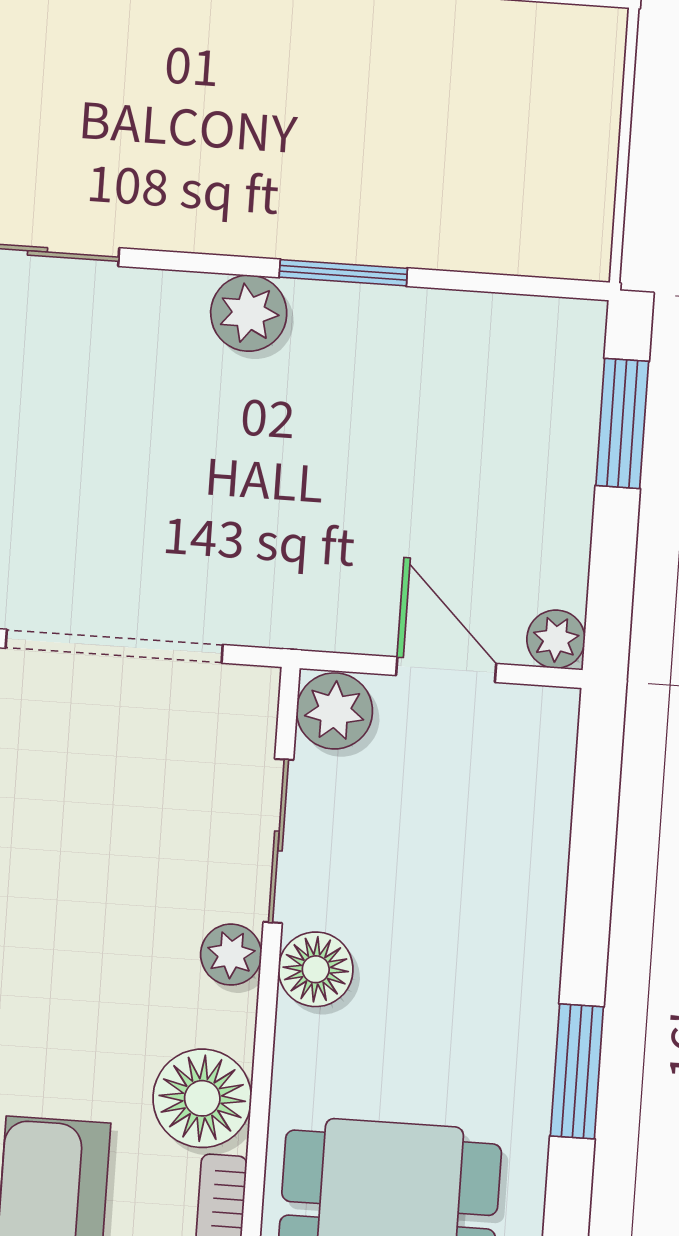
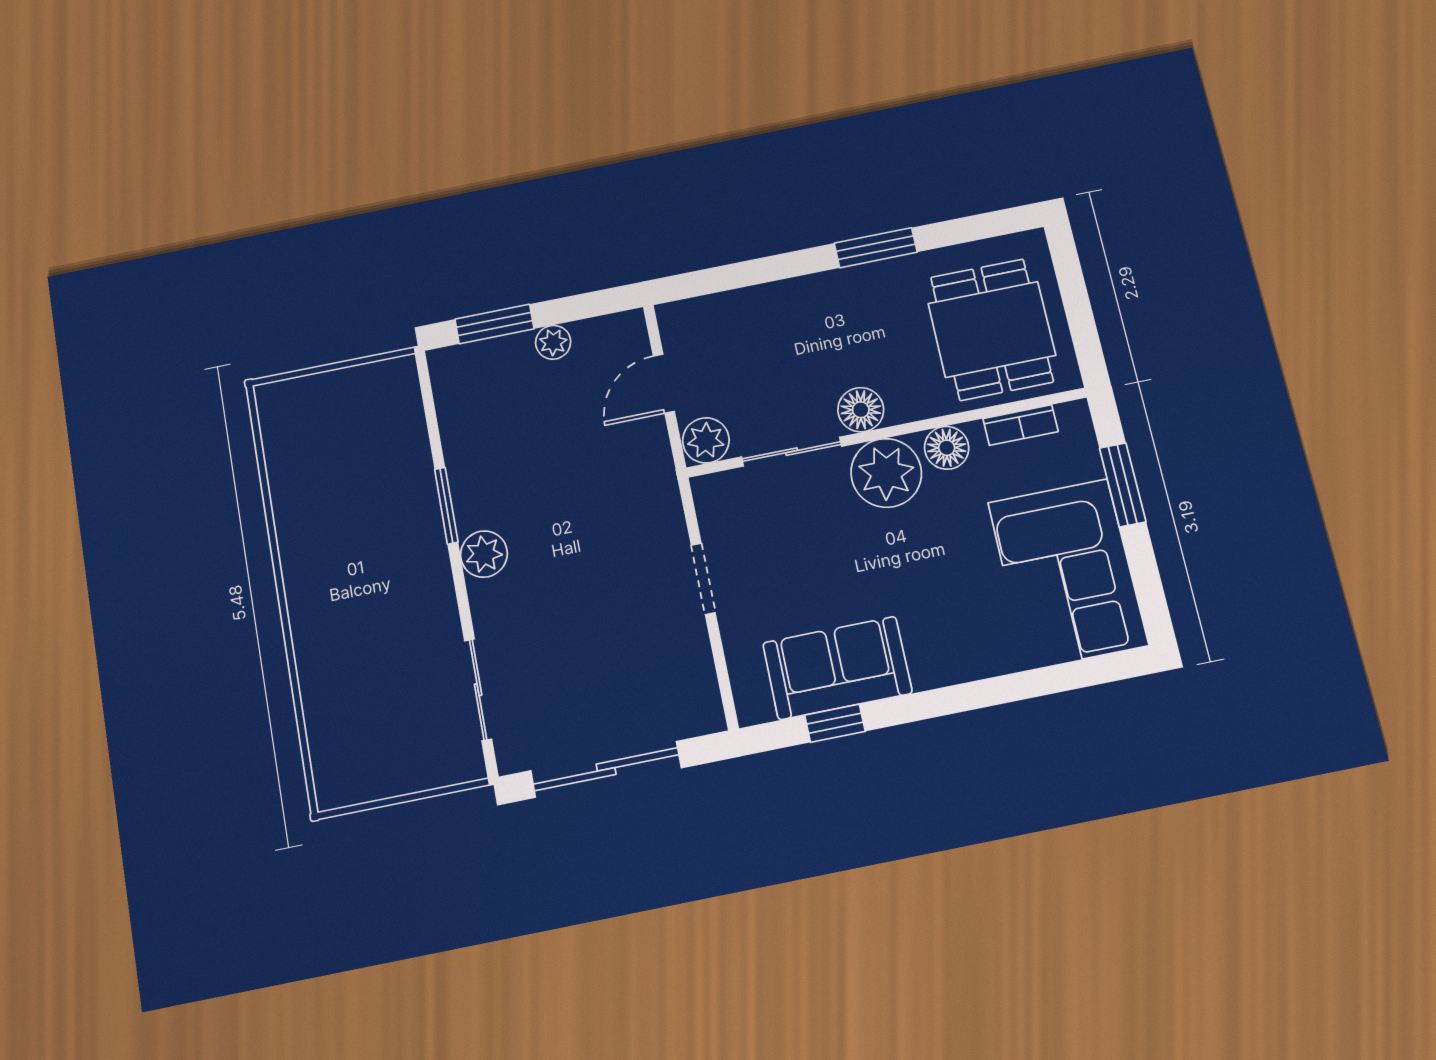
plant: (556, 639) -> (553, 342), moved
doorway: (114, 646) -> (703, 579), width x0.53
plant: (231, 955) -> (886, 473), width x1.87, depth x1.87
floor lamp: (202, 1098) -> (947, 448), width x0.73, depth x0.73

